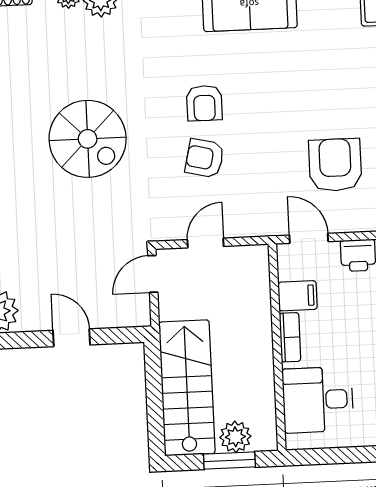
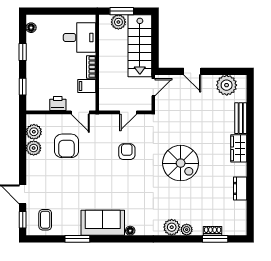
armchair: (204, 103) -> (126, 177), removed
spiral stairs: (88, 139) -> (181, 163), turned 180
armchair: (205, 158) -> (127, 152), turned -103
door: (153, 274) -> (153, 87), moved

